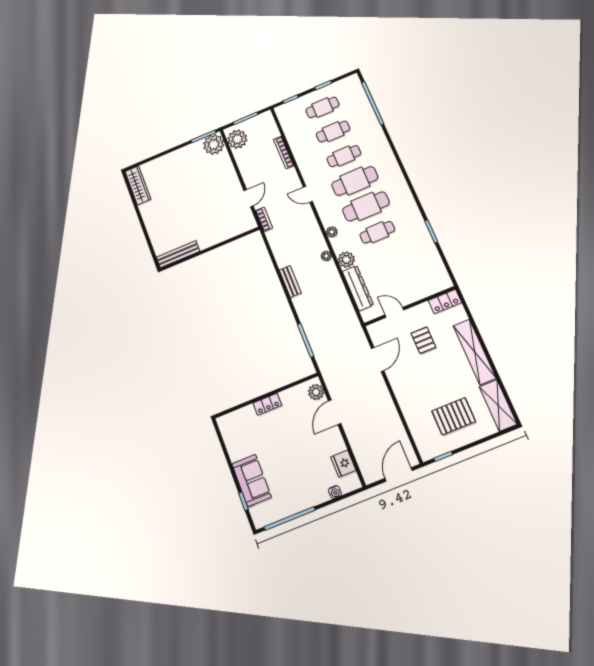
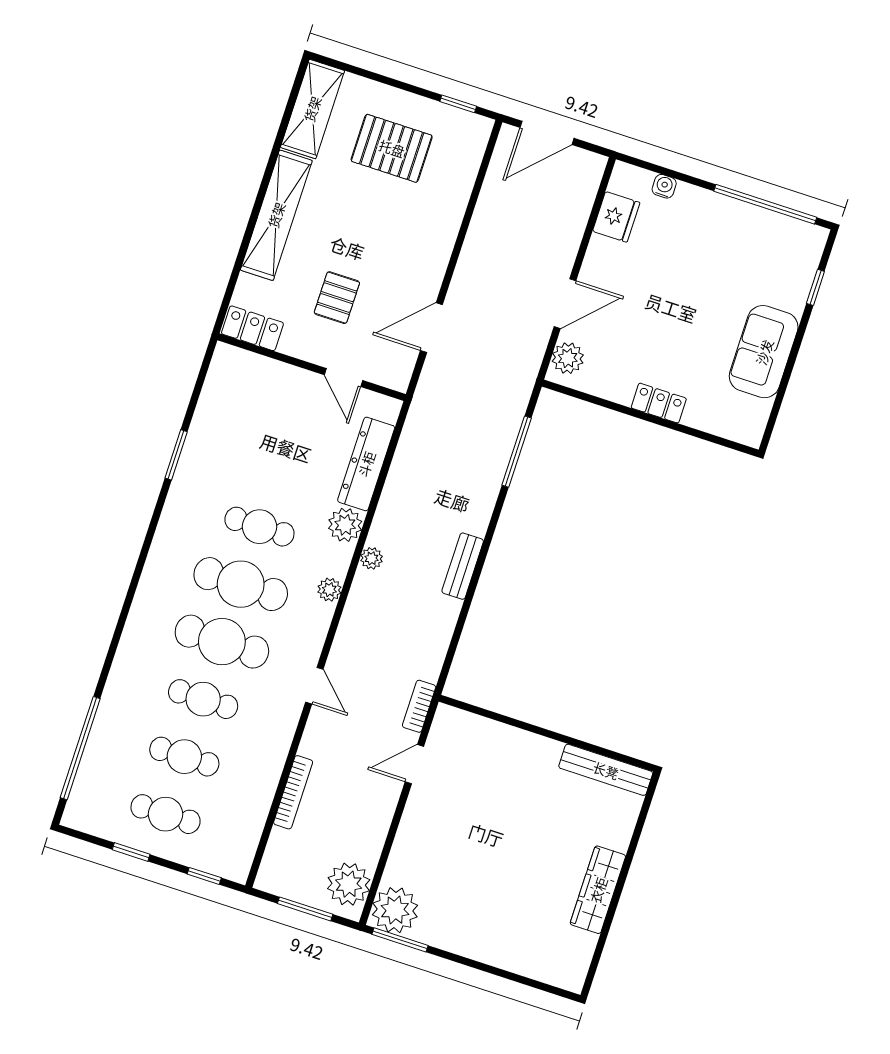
wardrobe: (138, 185) -> (598, 890), moved
sofa: (251, 480) -> (764, 352), moved

